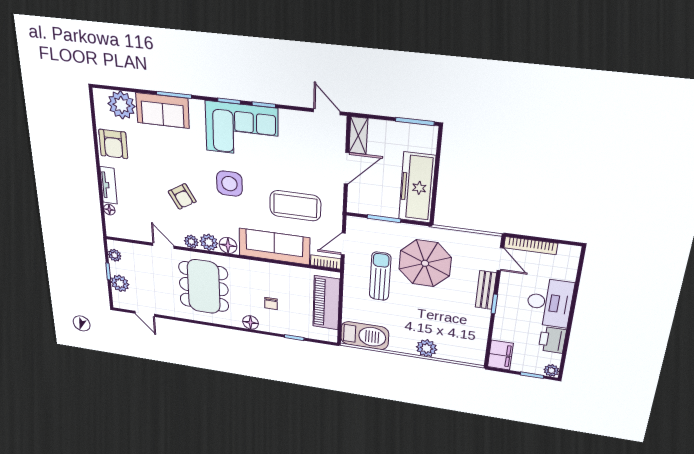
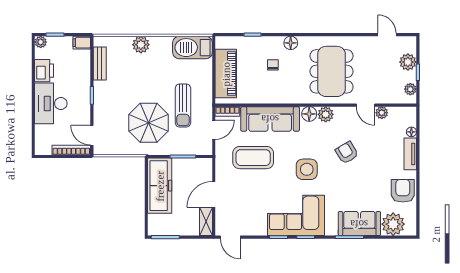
plant: (191, 242) -> (382, 113), moved
bench: (486, 290) -> (100, 63), moved
filing cabinet: (500, 355) -> (82, 43), width x0.50

